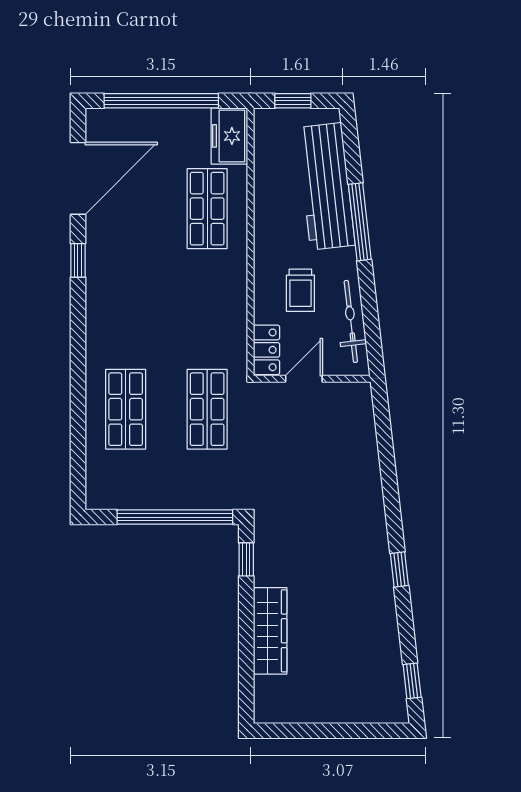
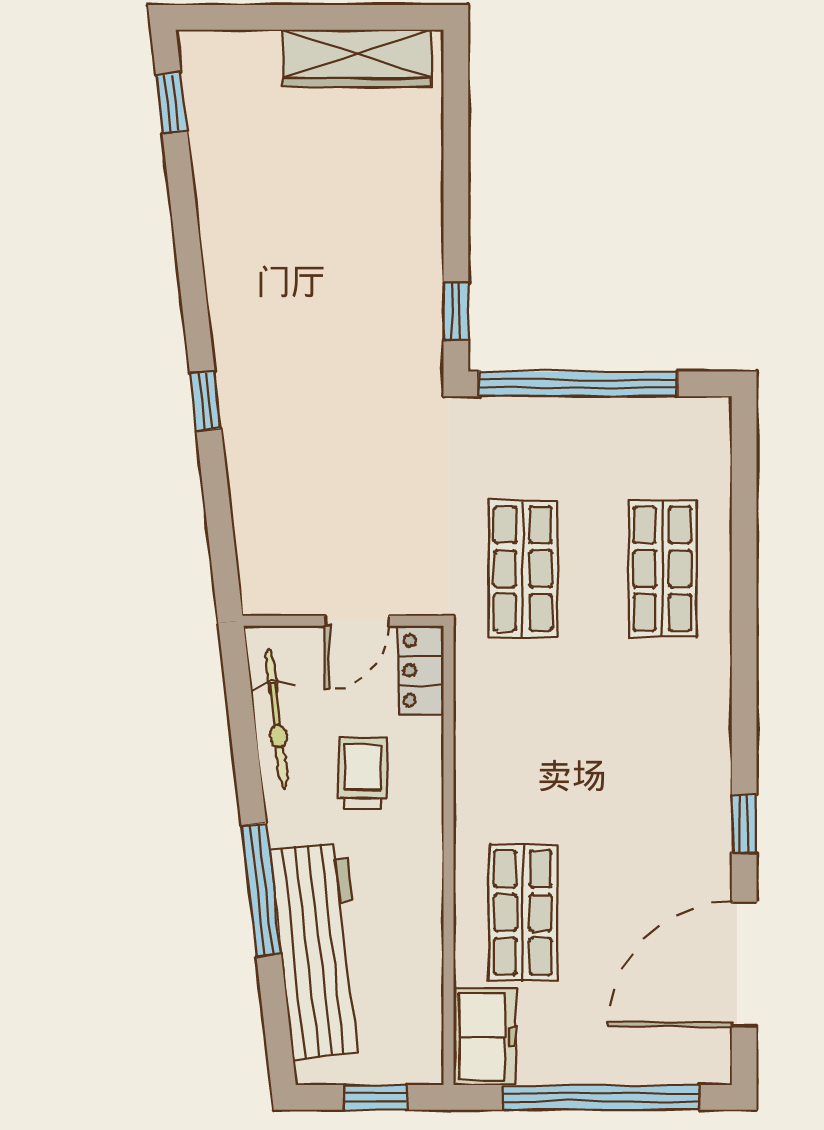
window: (399, 570) -> (205, 401), moved
wardrobe: (270, 631) -> (357, 58), moved, turned -90

